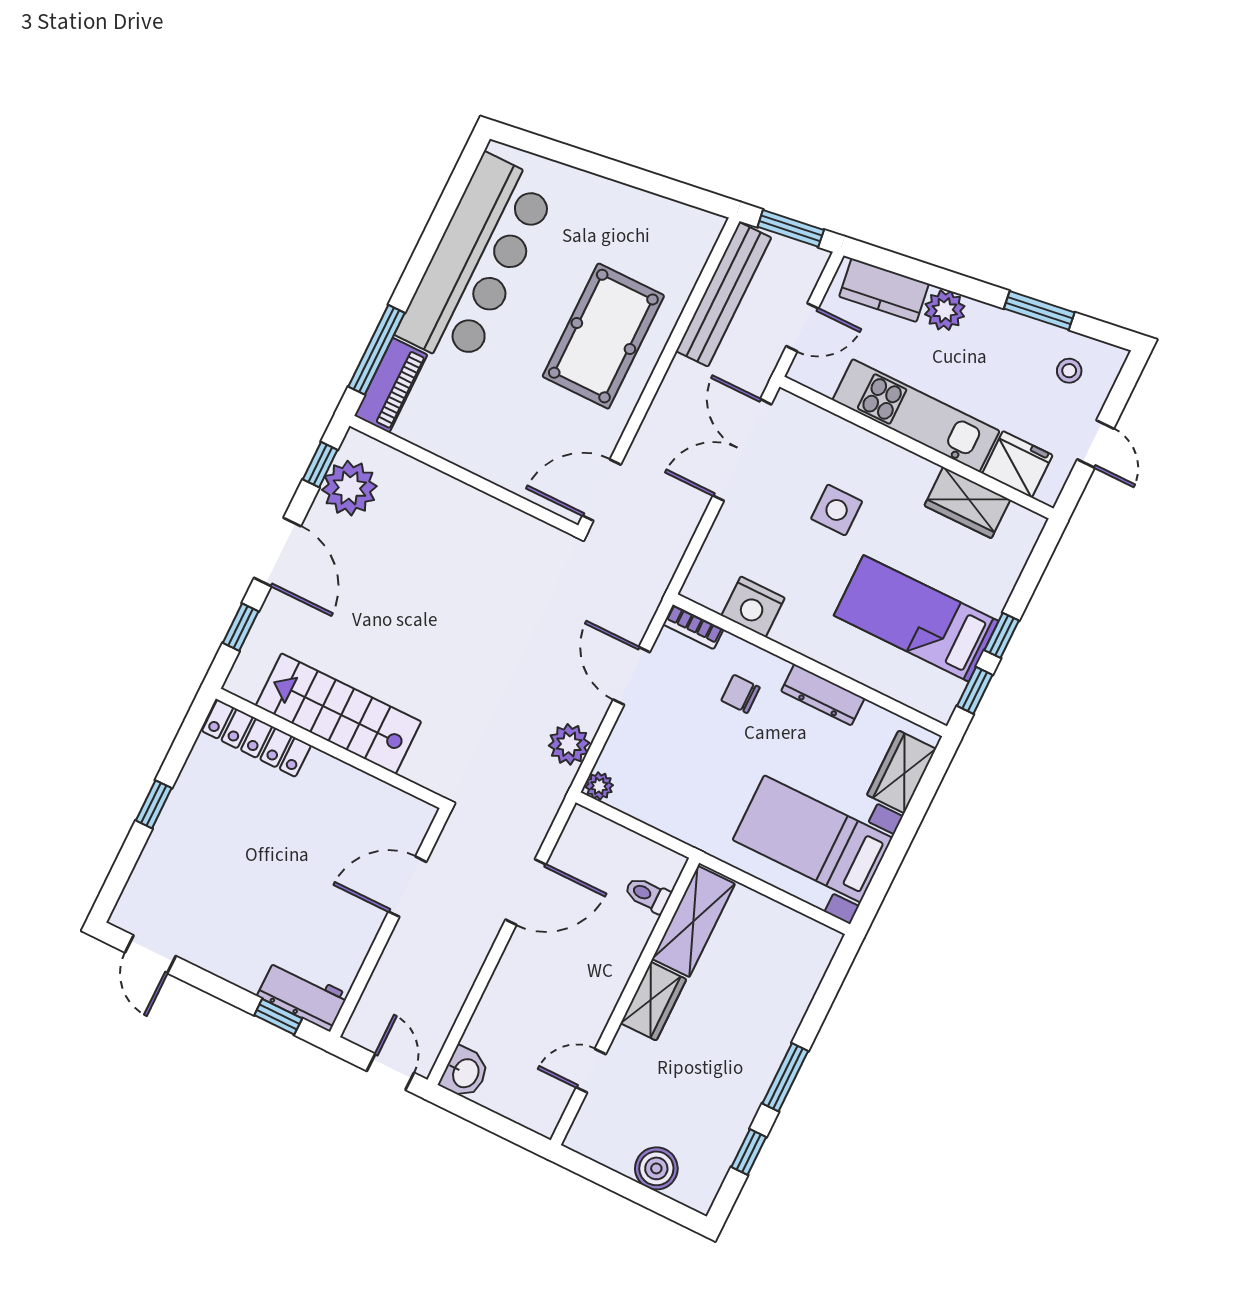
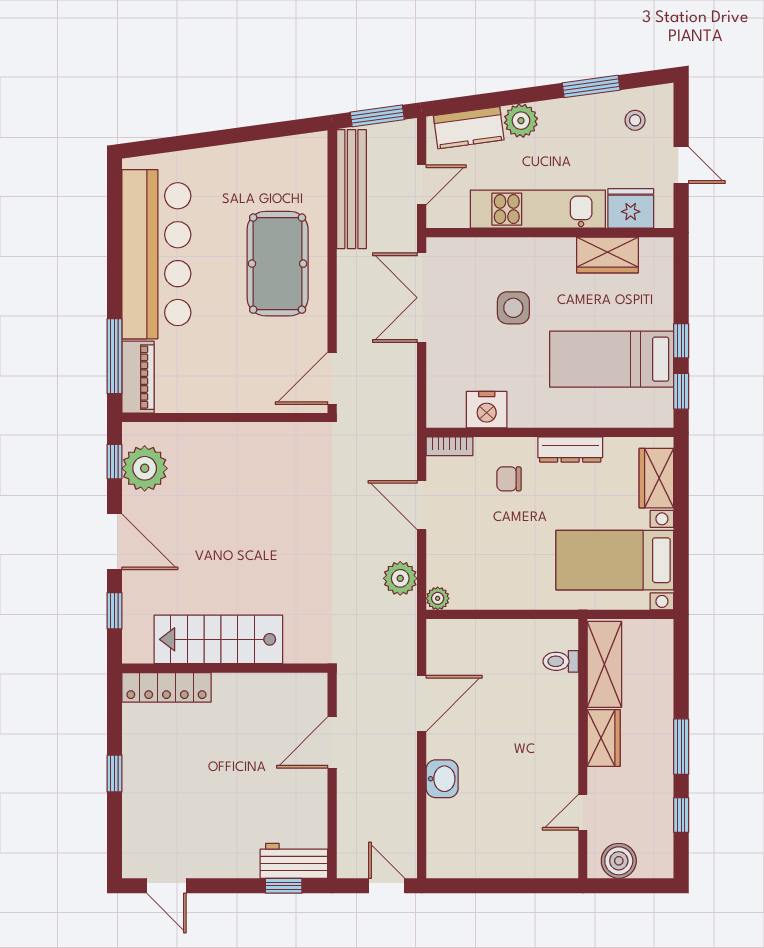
toilet: (647, 895) -> (561, 661), moved
shelving: (694, 921) -> (604, 664), moved
wardrobe: (653, 1001) -> (604, 738), moved
wall: (625, 1002) -> (583, 749), moved
door: (591, 1071) -> (583, 812), moved
washbasin: (465, 1073) -> (442, 779), moved

